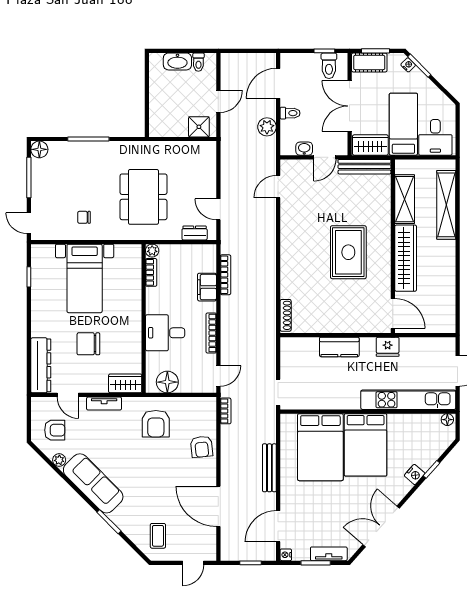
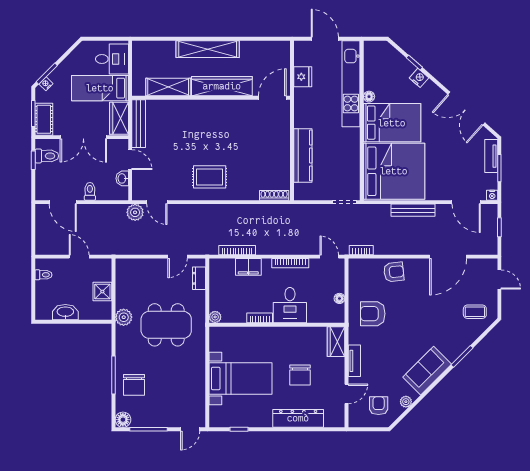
washbasin: (177, 61) -> (65, 312), moved, turned -90
shower: (199, 127) -> (102, 292), moved
plant: (267, 127) -> (135, 212), moved
plant: (152, 150) -> (124, 317), added
shelving: (446, 205) -> (208, 49), moved
chair: (84, 217) -> (134, 385), moved, width x1.87, depth x1.87
rug: (348, 252) -> (210, 177), moved, width x0.73, depth x0.70
bookcase: (151, 272) -> (260, 318), moved
kitchen counter: (339, 347) -> (303, 155), width x1.50
fridge: (388, 347) -> (303, 77), moved
dresser: (41, 365) -> (298, 418), moved
floor lamp: (167, 382) -> (339, 298), width x0.53, depth x0.53
floor lamp: (447, 420) -> (369, 97), moved
armchair: (156, 424) -> (373, 314), turned 180
bed: (320, 447) -> (394, 171), width x1.36
sofa: (93, 483) -> (427, 371), width x0.73

